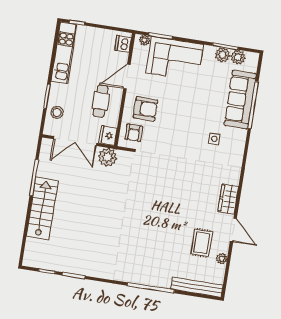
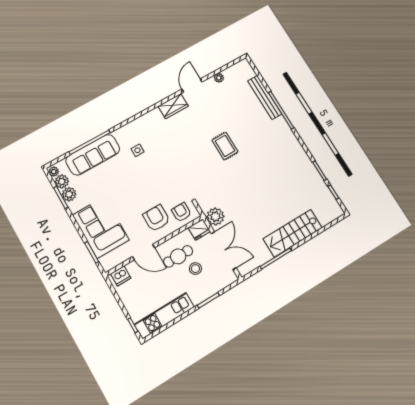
plant: (145, 40) -> (54, 172), moved
stool: (57, 112) -> (195, 269), moved
armchair: (134, 133) -> (181, 212), turned -90
rug: (202, 243) -> (225, 146), moved, turned 90
bench: (197, 287) -> (265, 97), moved

